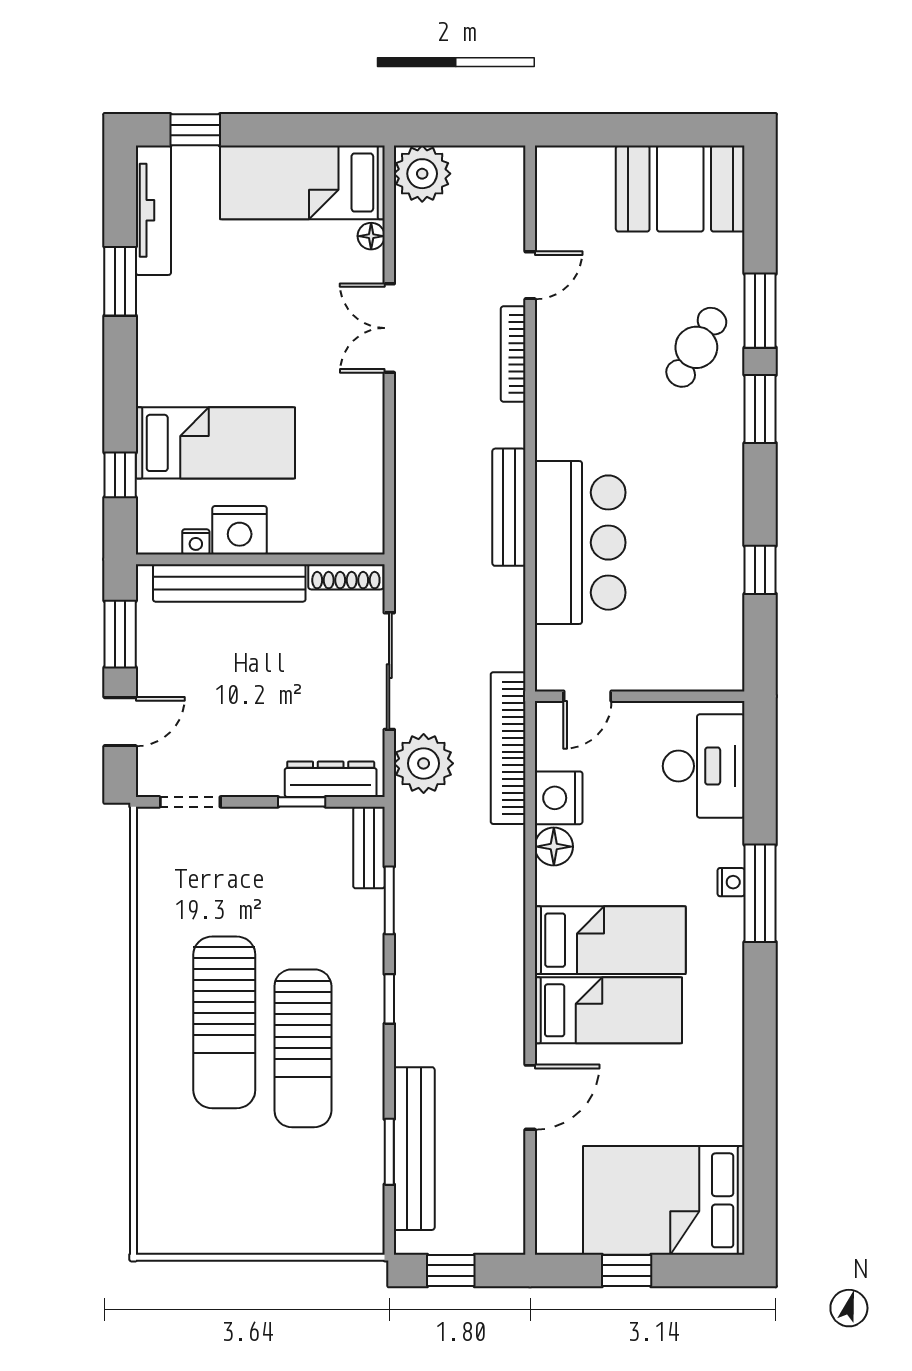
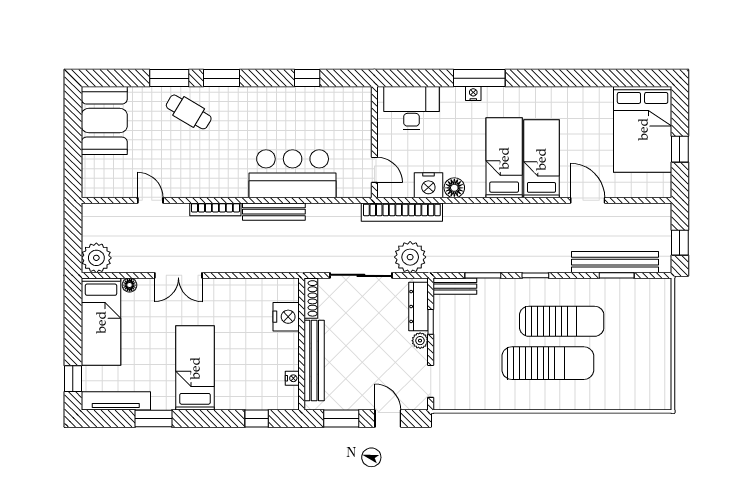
bookcase: (513, 354) -> (215, 209), moved
bed: (215, 443) -> (195, 368), moved
nightstand: (240, 530) -> (286, 317), moved
plant: (267, 782) -> (420, 341), added

